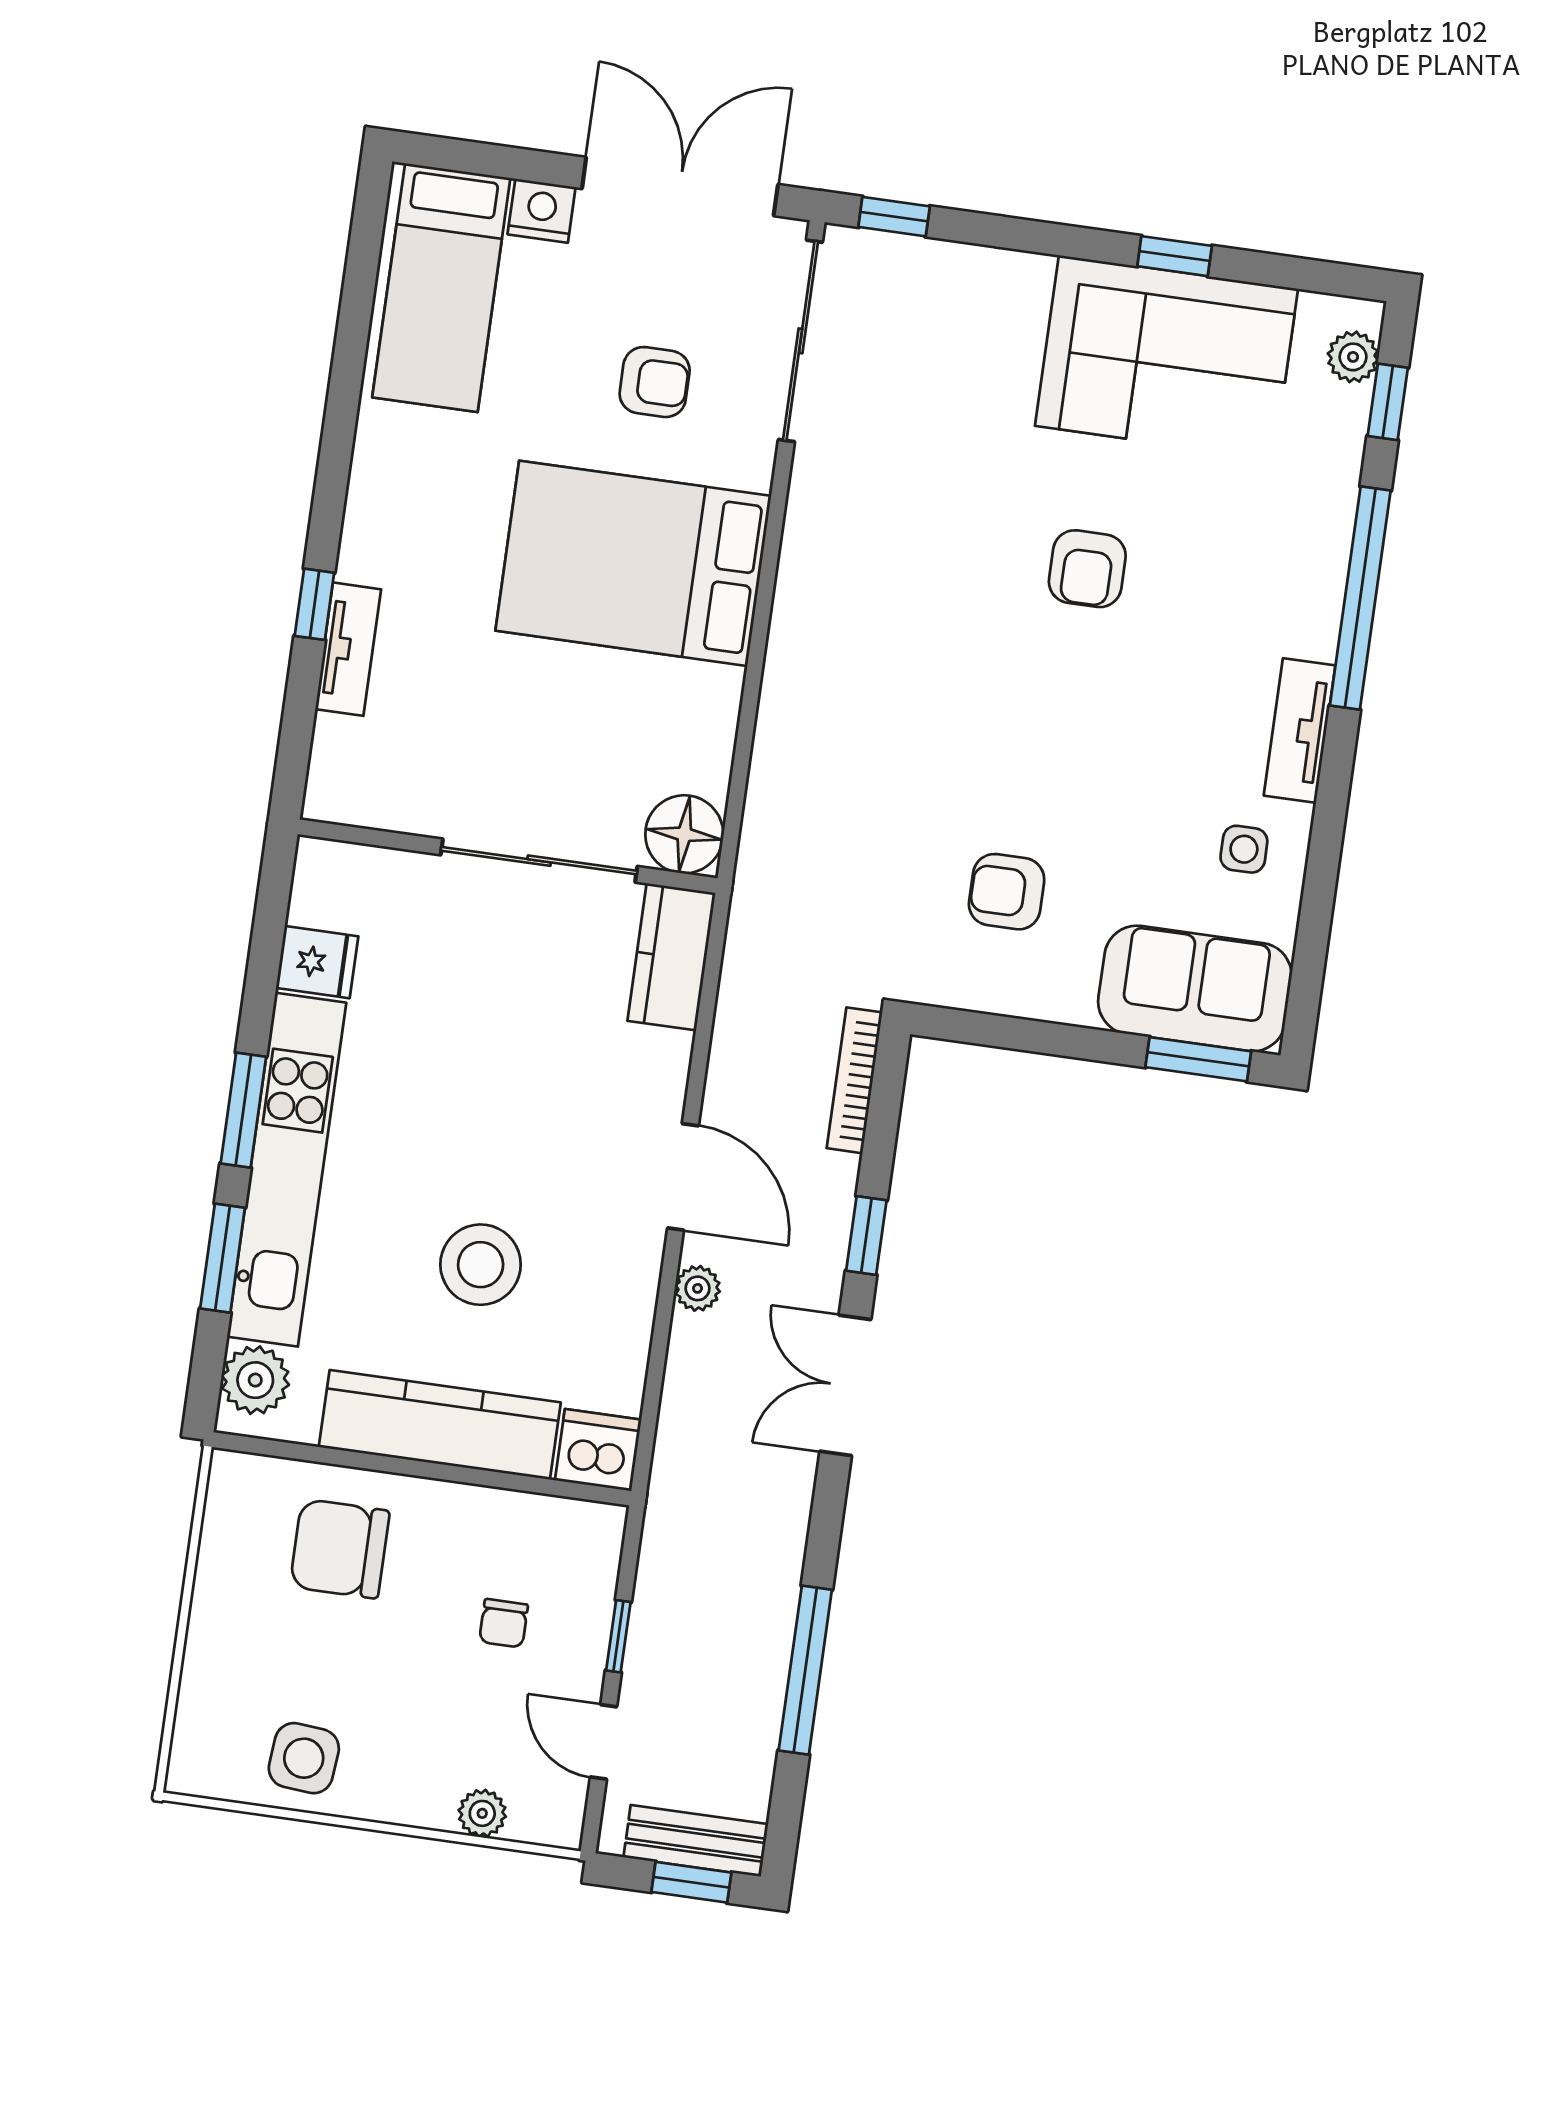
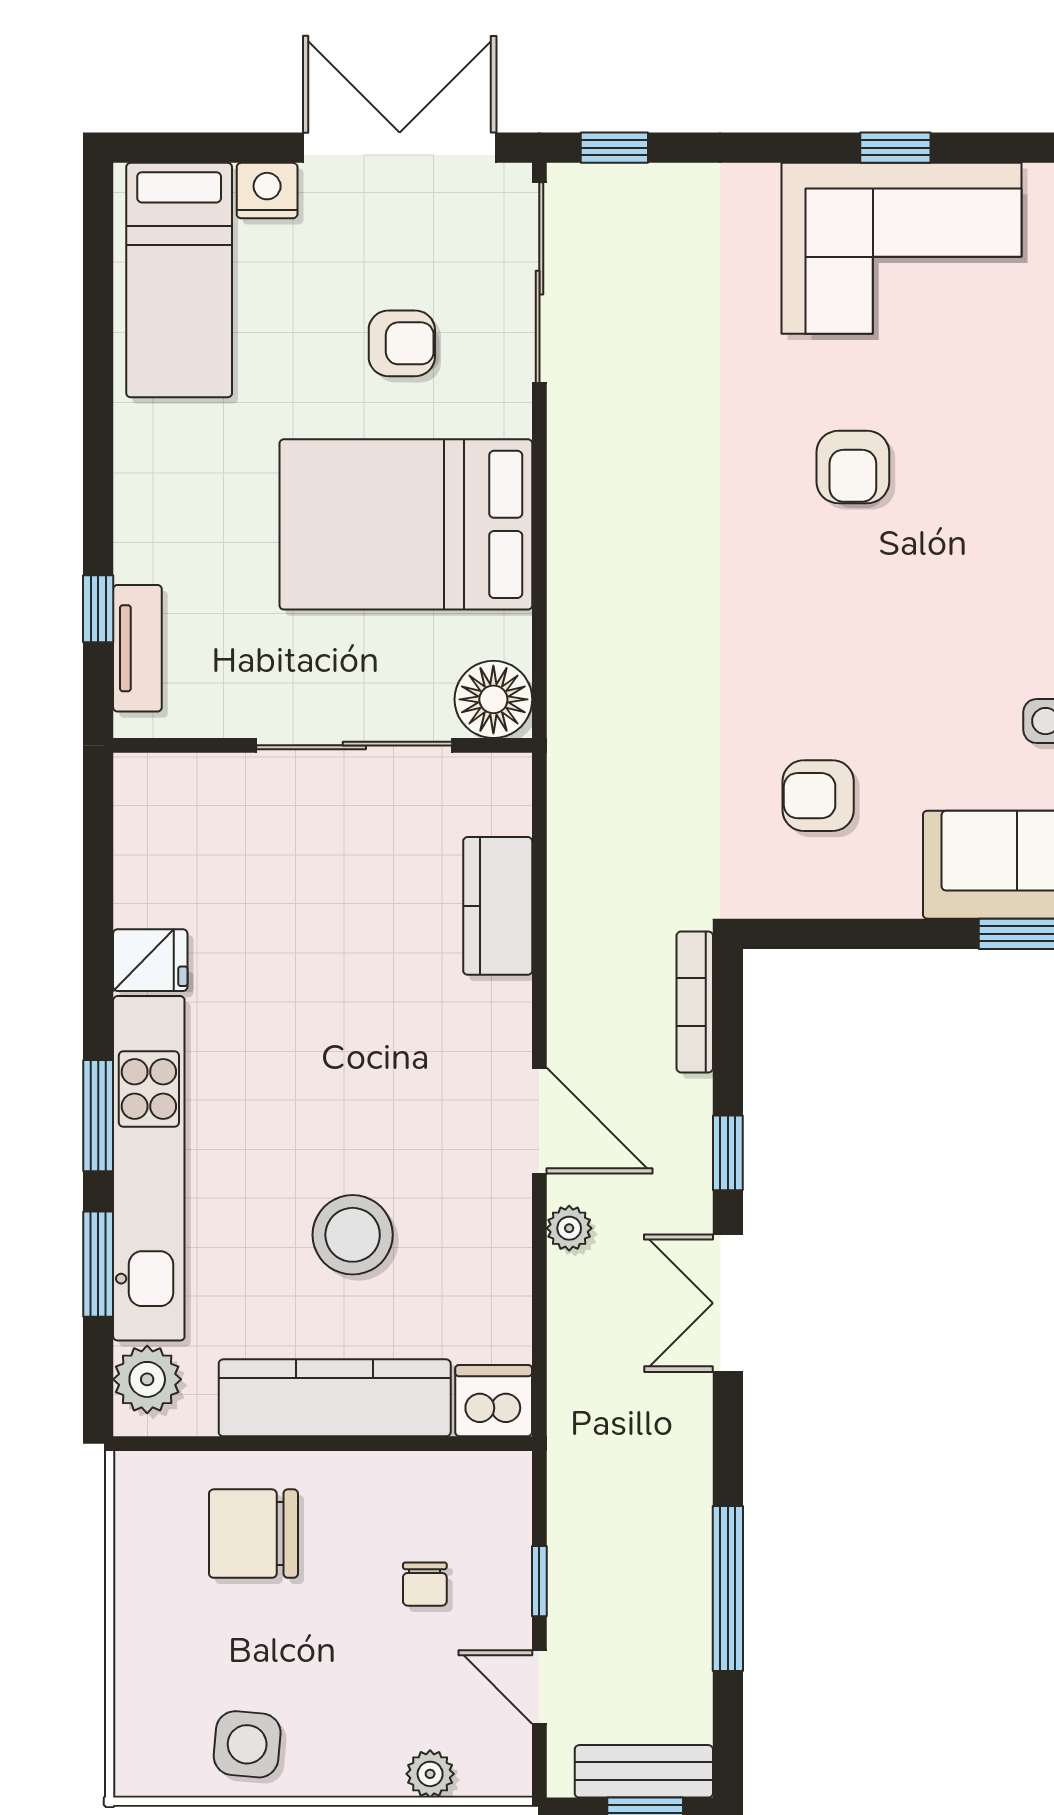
floor lamp: (684, 834) -> (493, 699), moved
wall: (508, 856) -> (323, 745), moved
sliding door: (539, 861) -> (354, 745), moved

